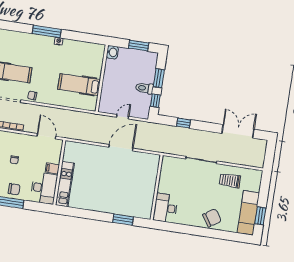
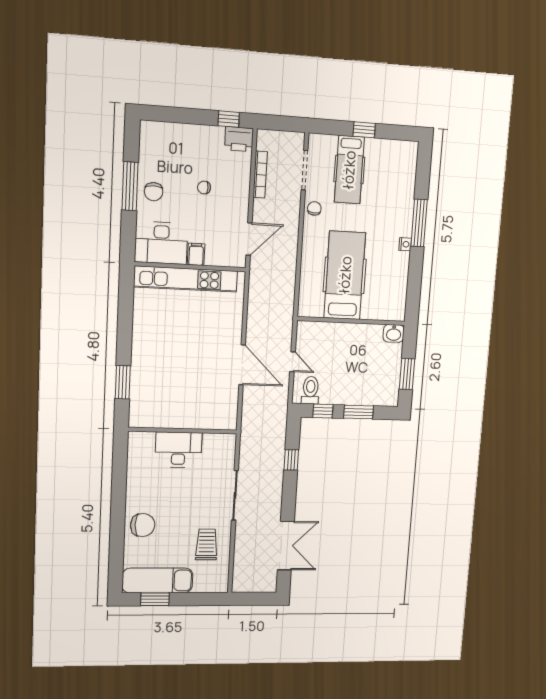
hospital bed: (79, 84) -> (345, 275), width x1.37, depth x1.29
toilet: (144, 88) -> (310, 390), moved
kitchen unit: (65, 184) -> (186, 279), width x1.36
desk: (166, 208) -> (178, 450), moved
chair: (212, 218) -> (143, 525), turned -56

